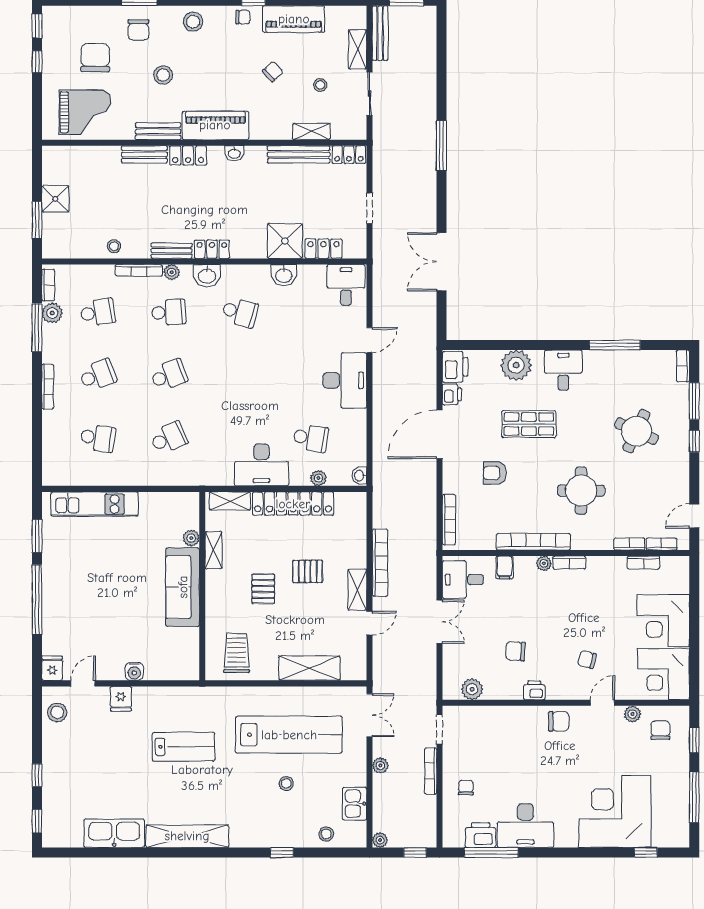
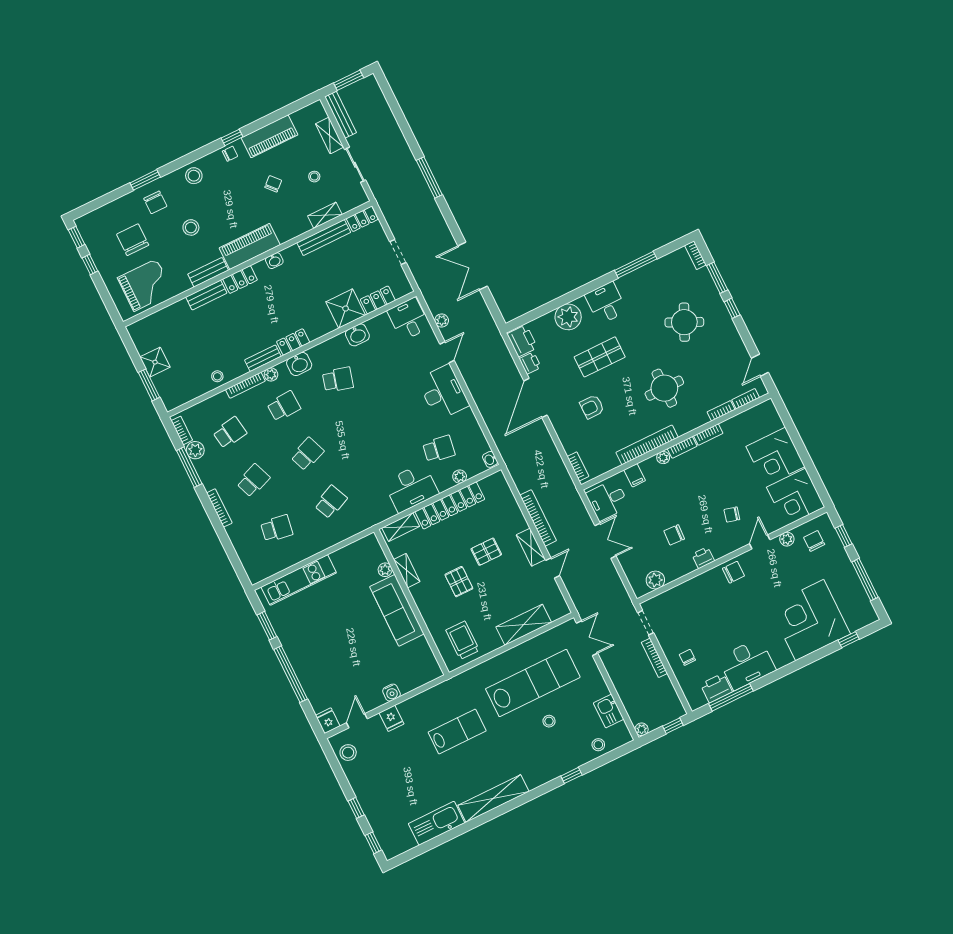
bookcase: (449, 520) -> (578, 466), width x0.64
bookcase: (643, 563) -> (708, 434), moved
plant: (380, 765) -> (442, 320), moved

